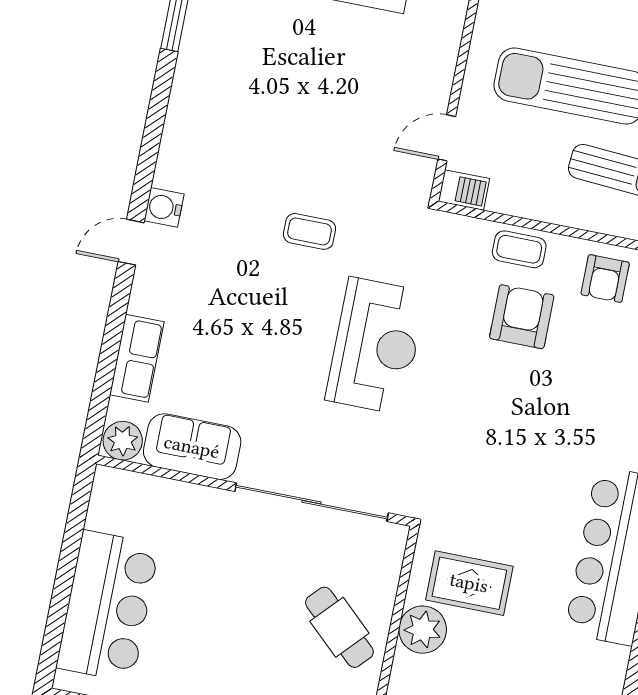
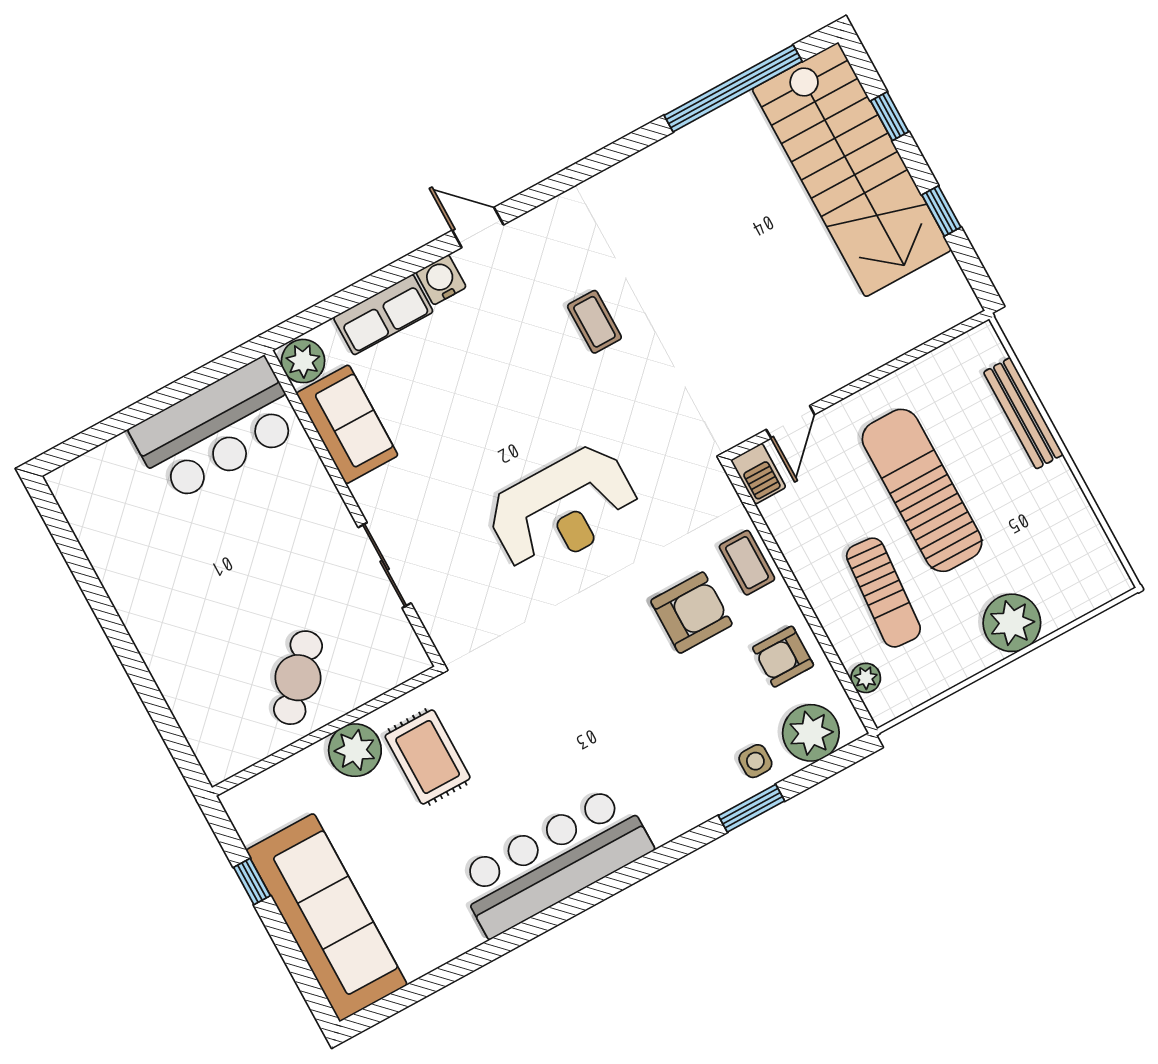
door: (447, 138) -> (790, 422), swing flipped
water cooler: (164, 207) -> (441, 280), moved
coffee table: (309, 231) -> (594, 322), moved
sliding door: (312, 502) -> (385, 565), width x0.54
bar counter: (108, 606) -> (217, 430), moved

